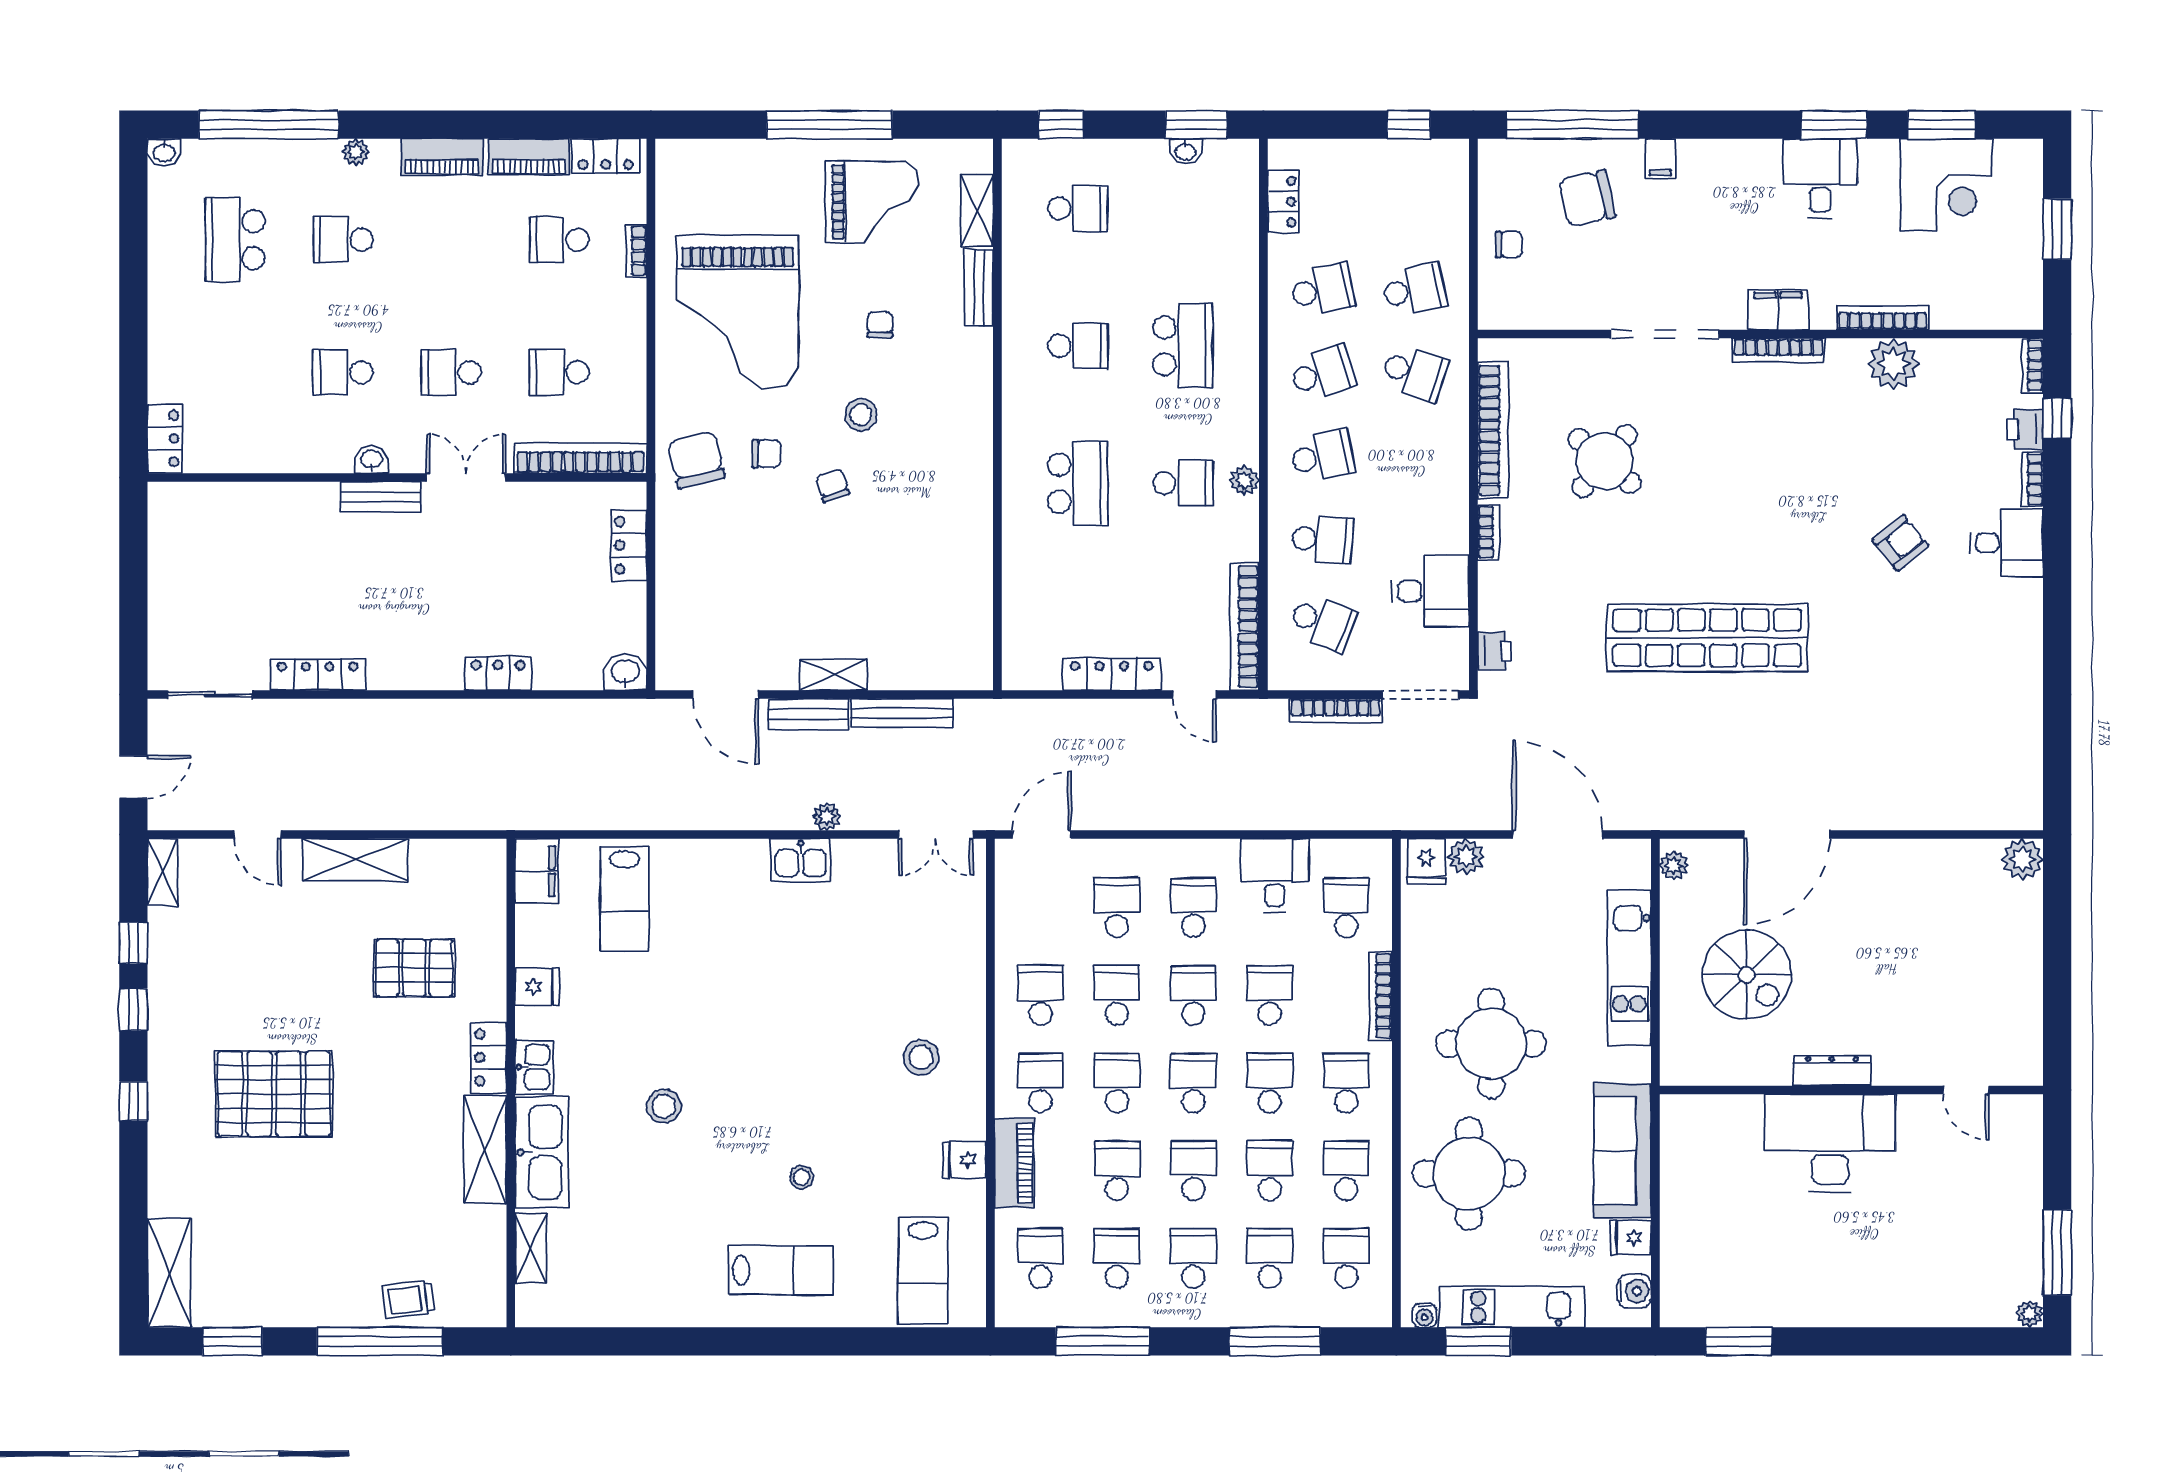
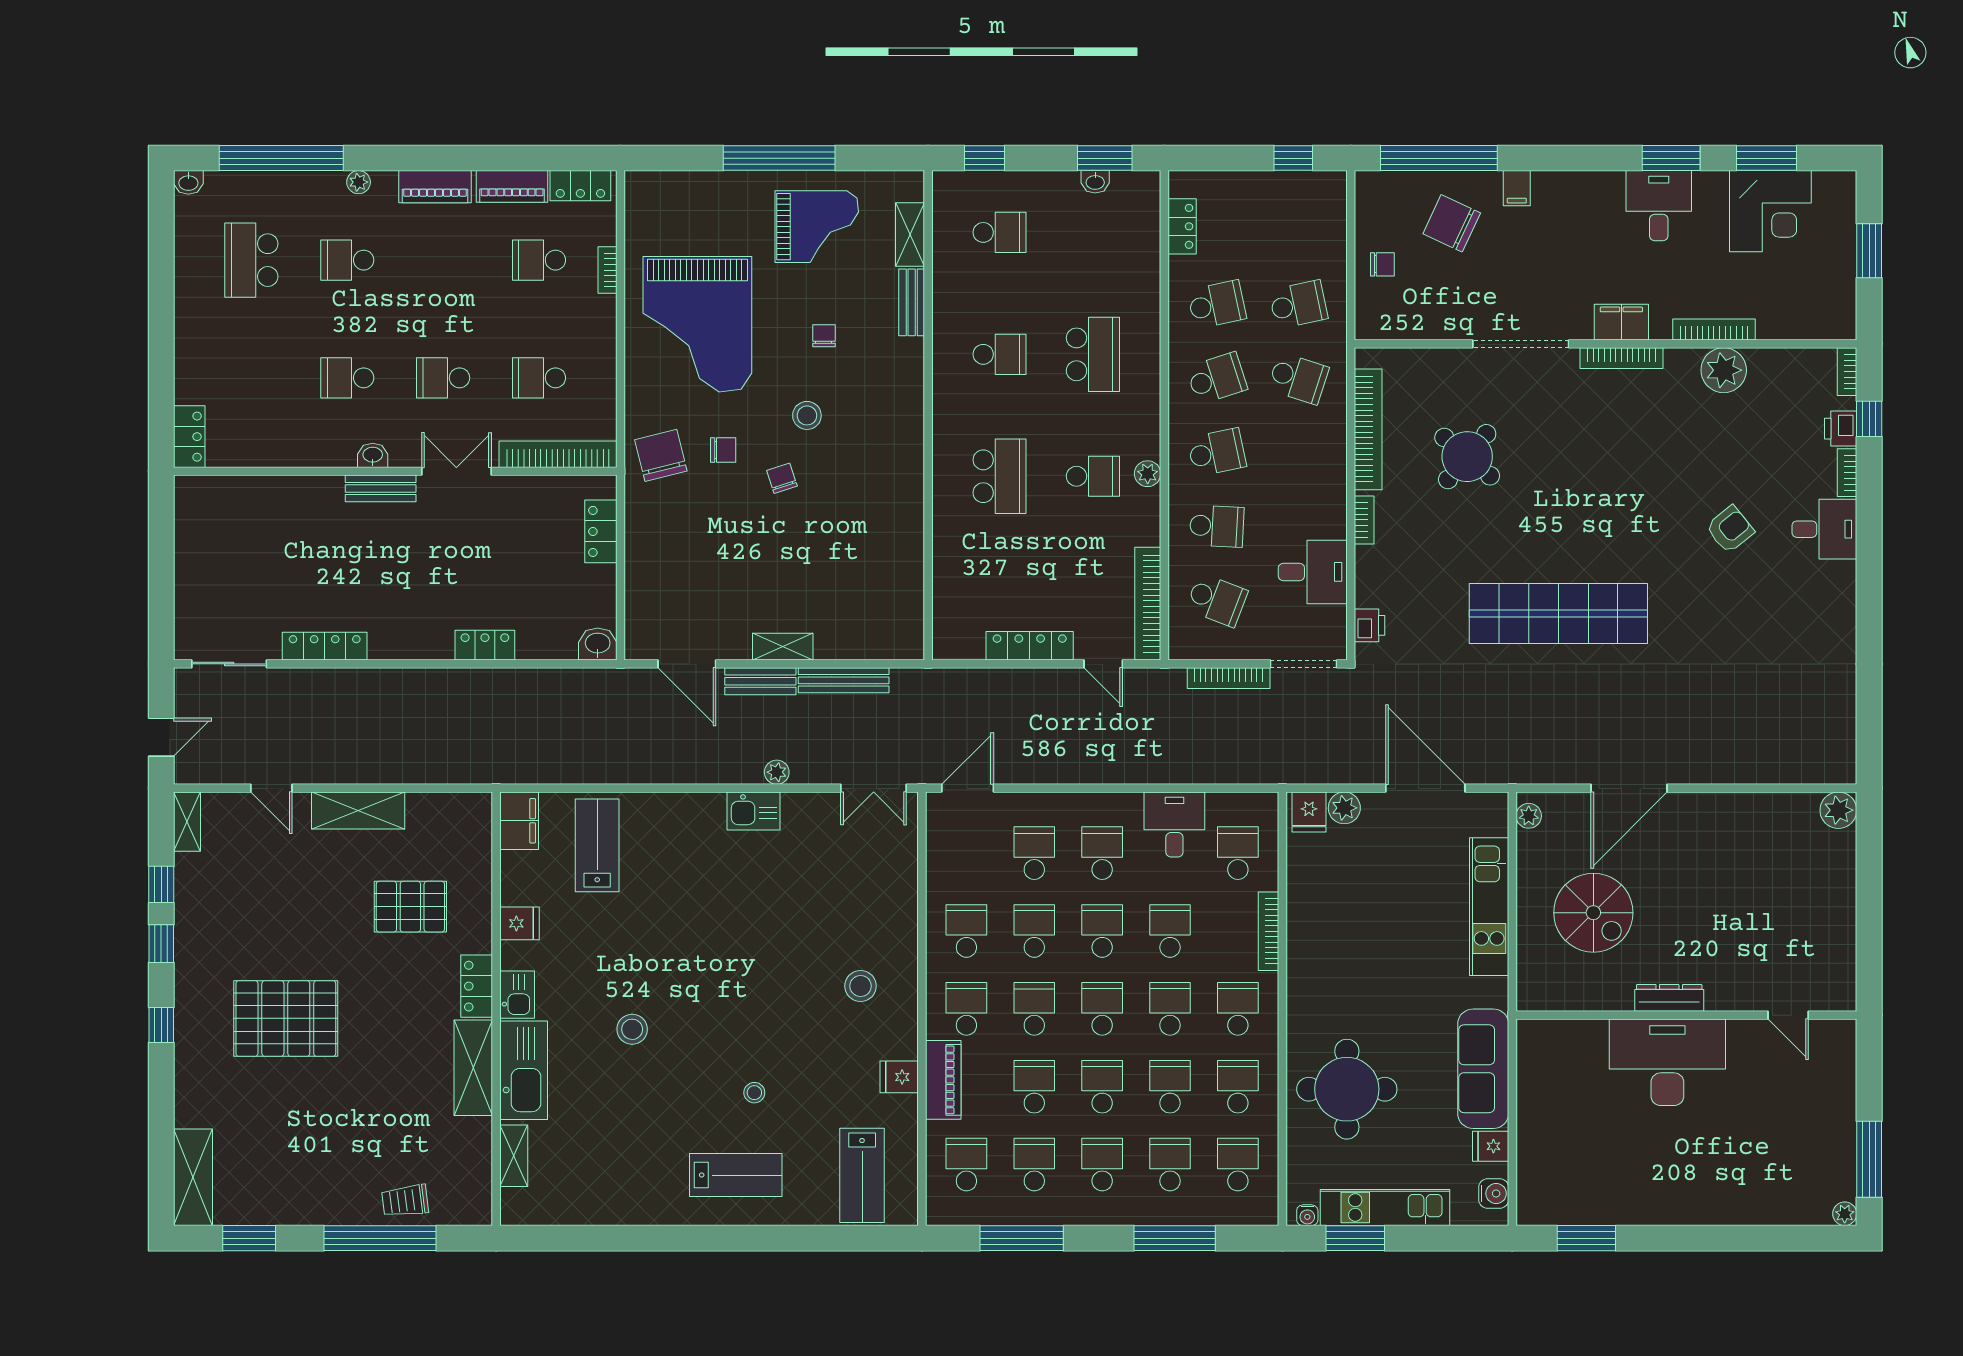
chair: (1587, 198) -> (1452, 223), turned 37
lab bench: (625, 899) -> (597, 845), turned 180
round table: (1491, 1044) -> (1367, 974), removed

